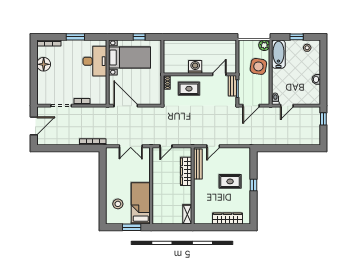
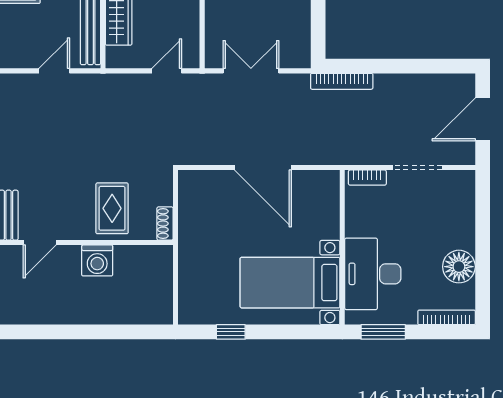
bed with nightstands: (130, 58) -> (290, 283), moved
desk: (95, 61) -> (373, 274), moved
wall: (108, 72) -> (342, 247), moved
rug: (189, 89) -> (112, 208), turned 90

